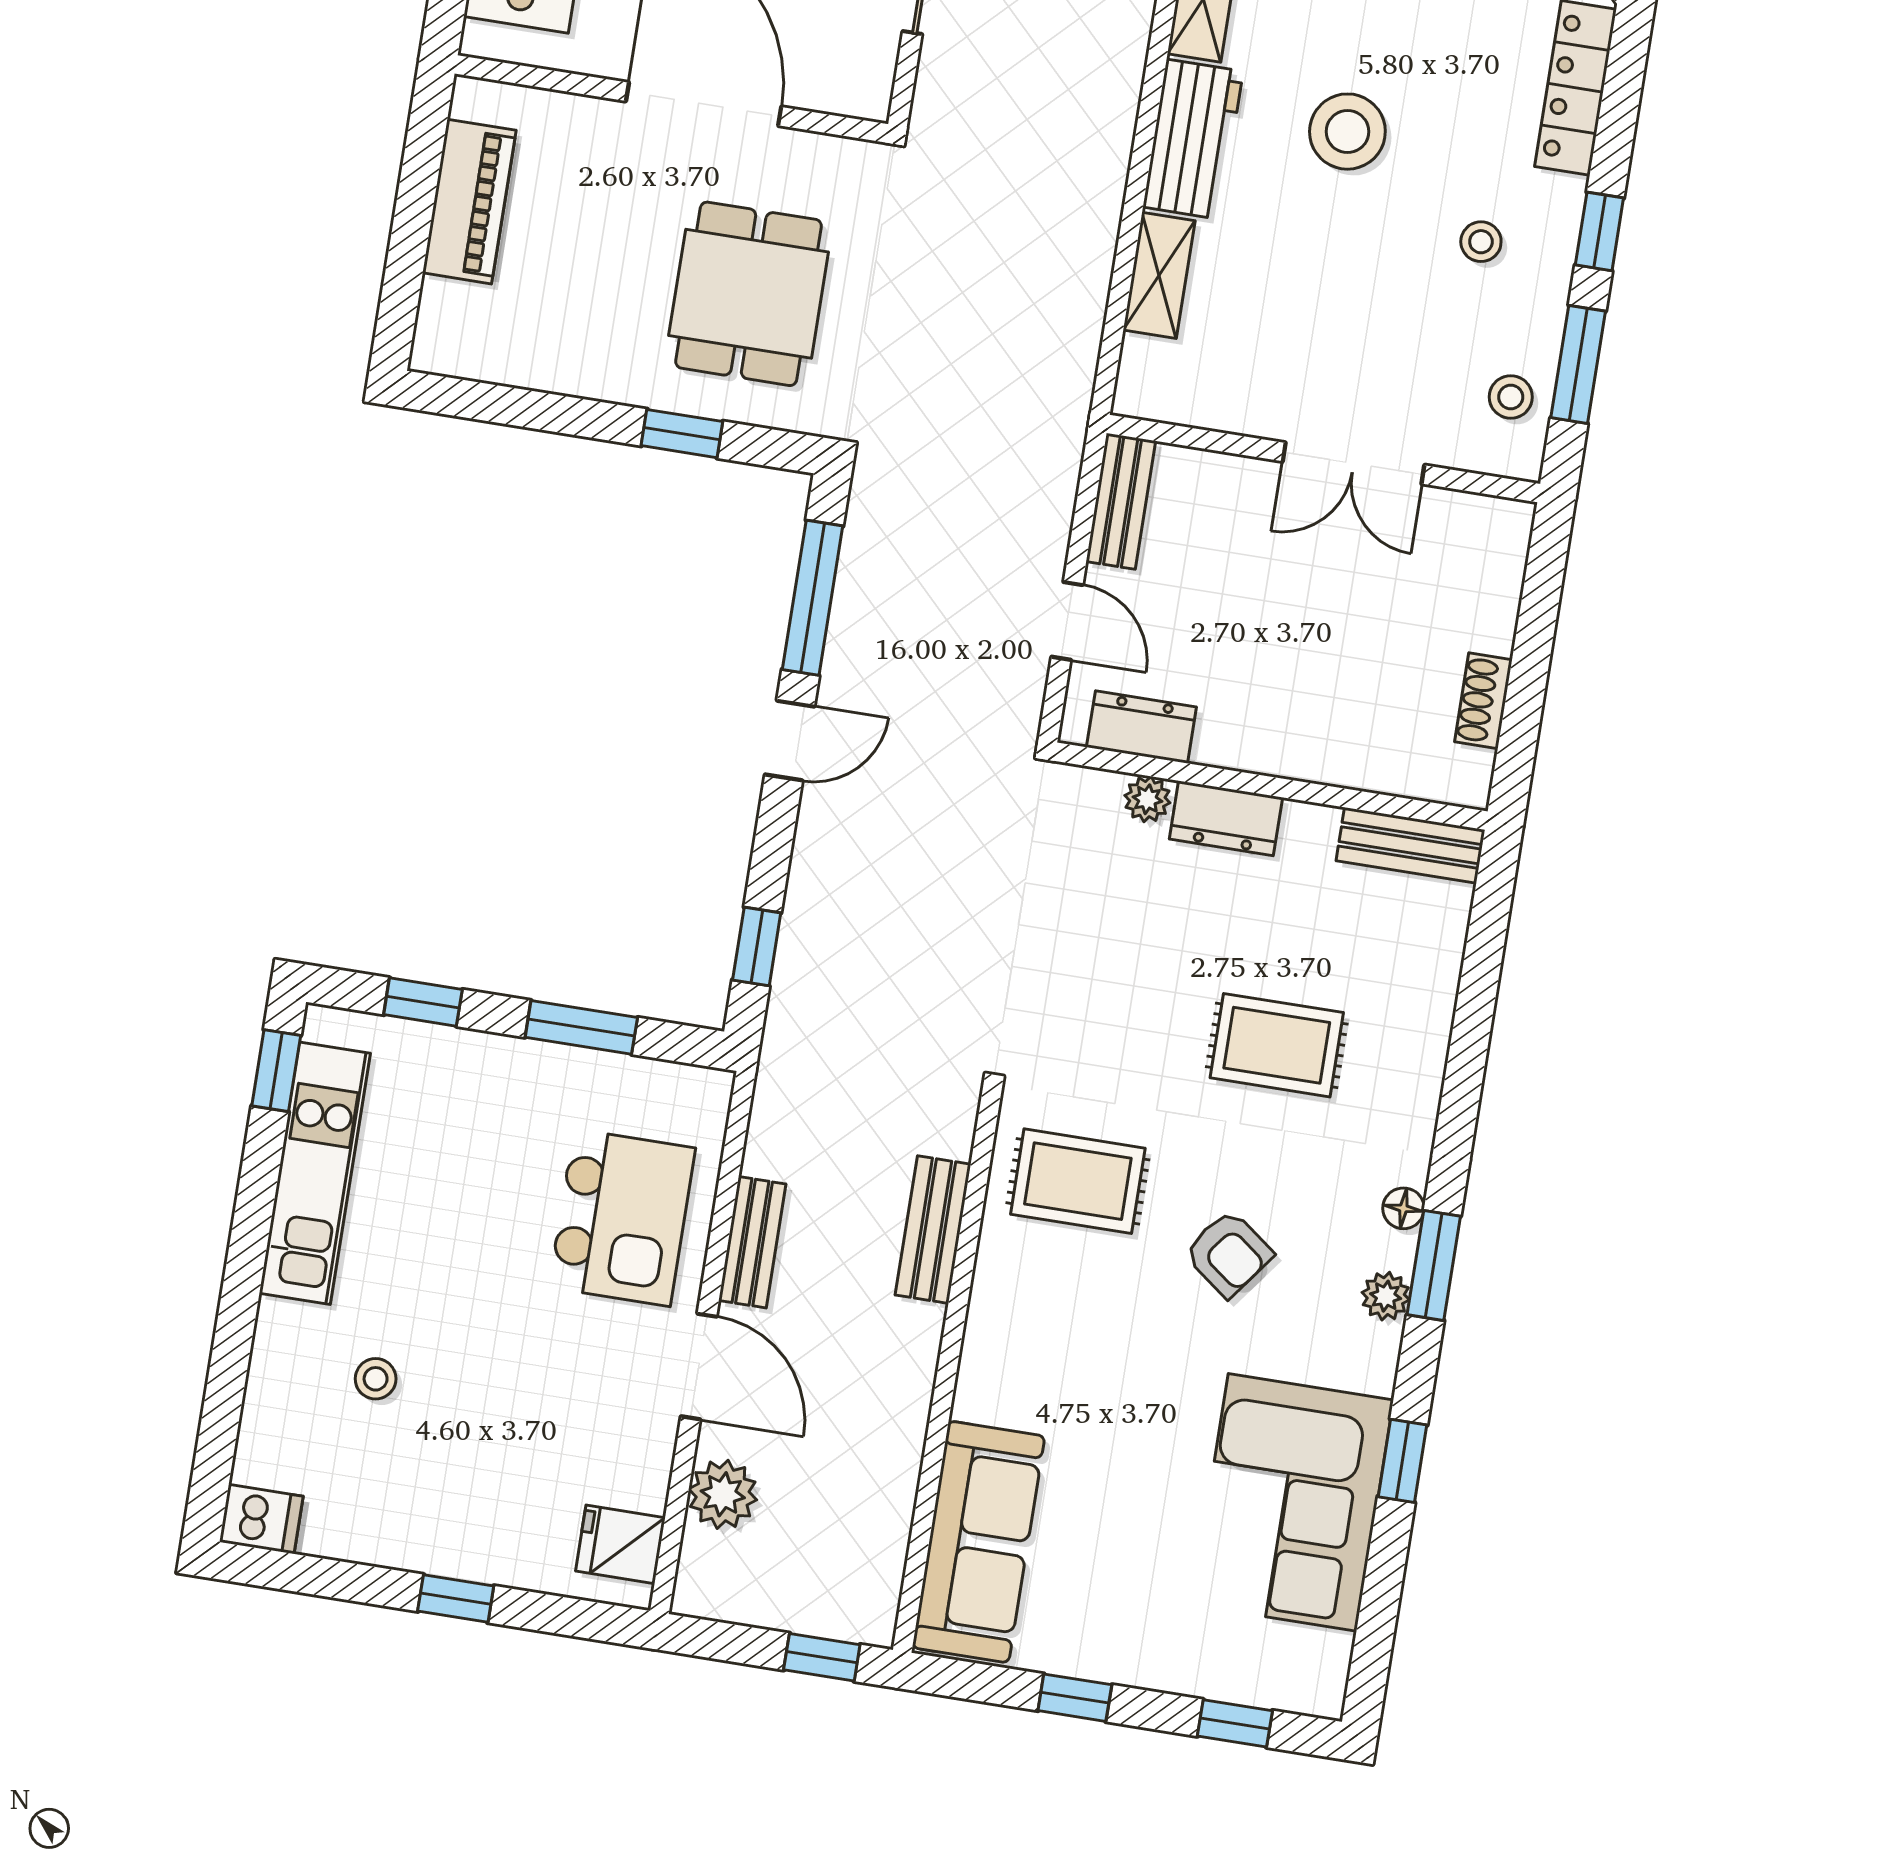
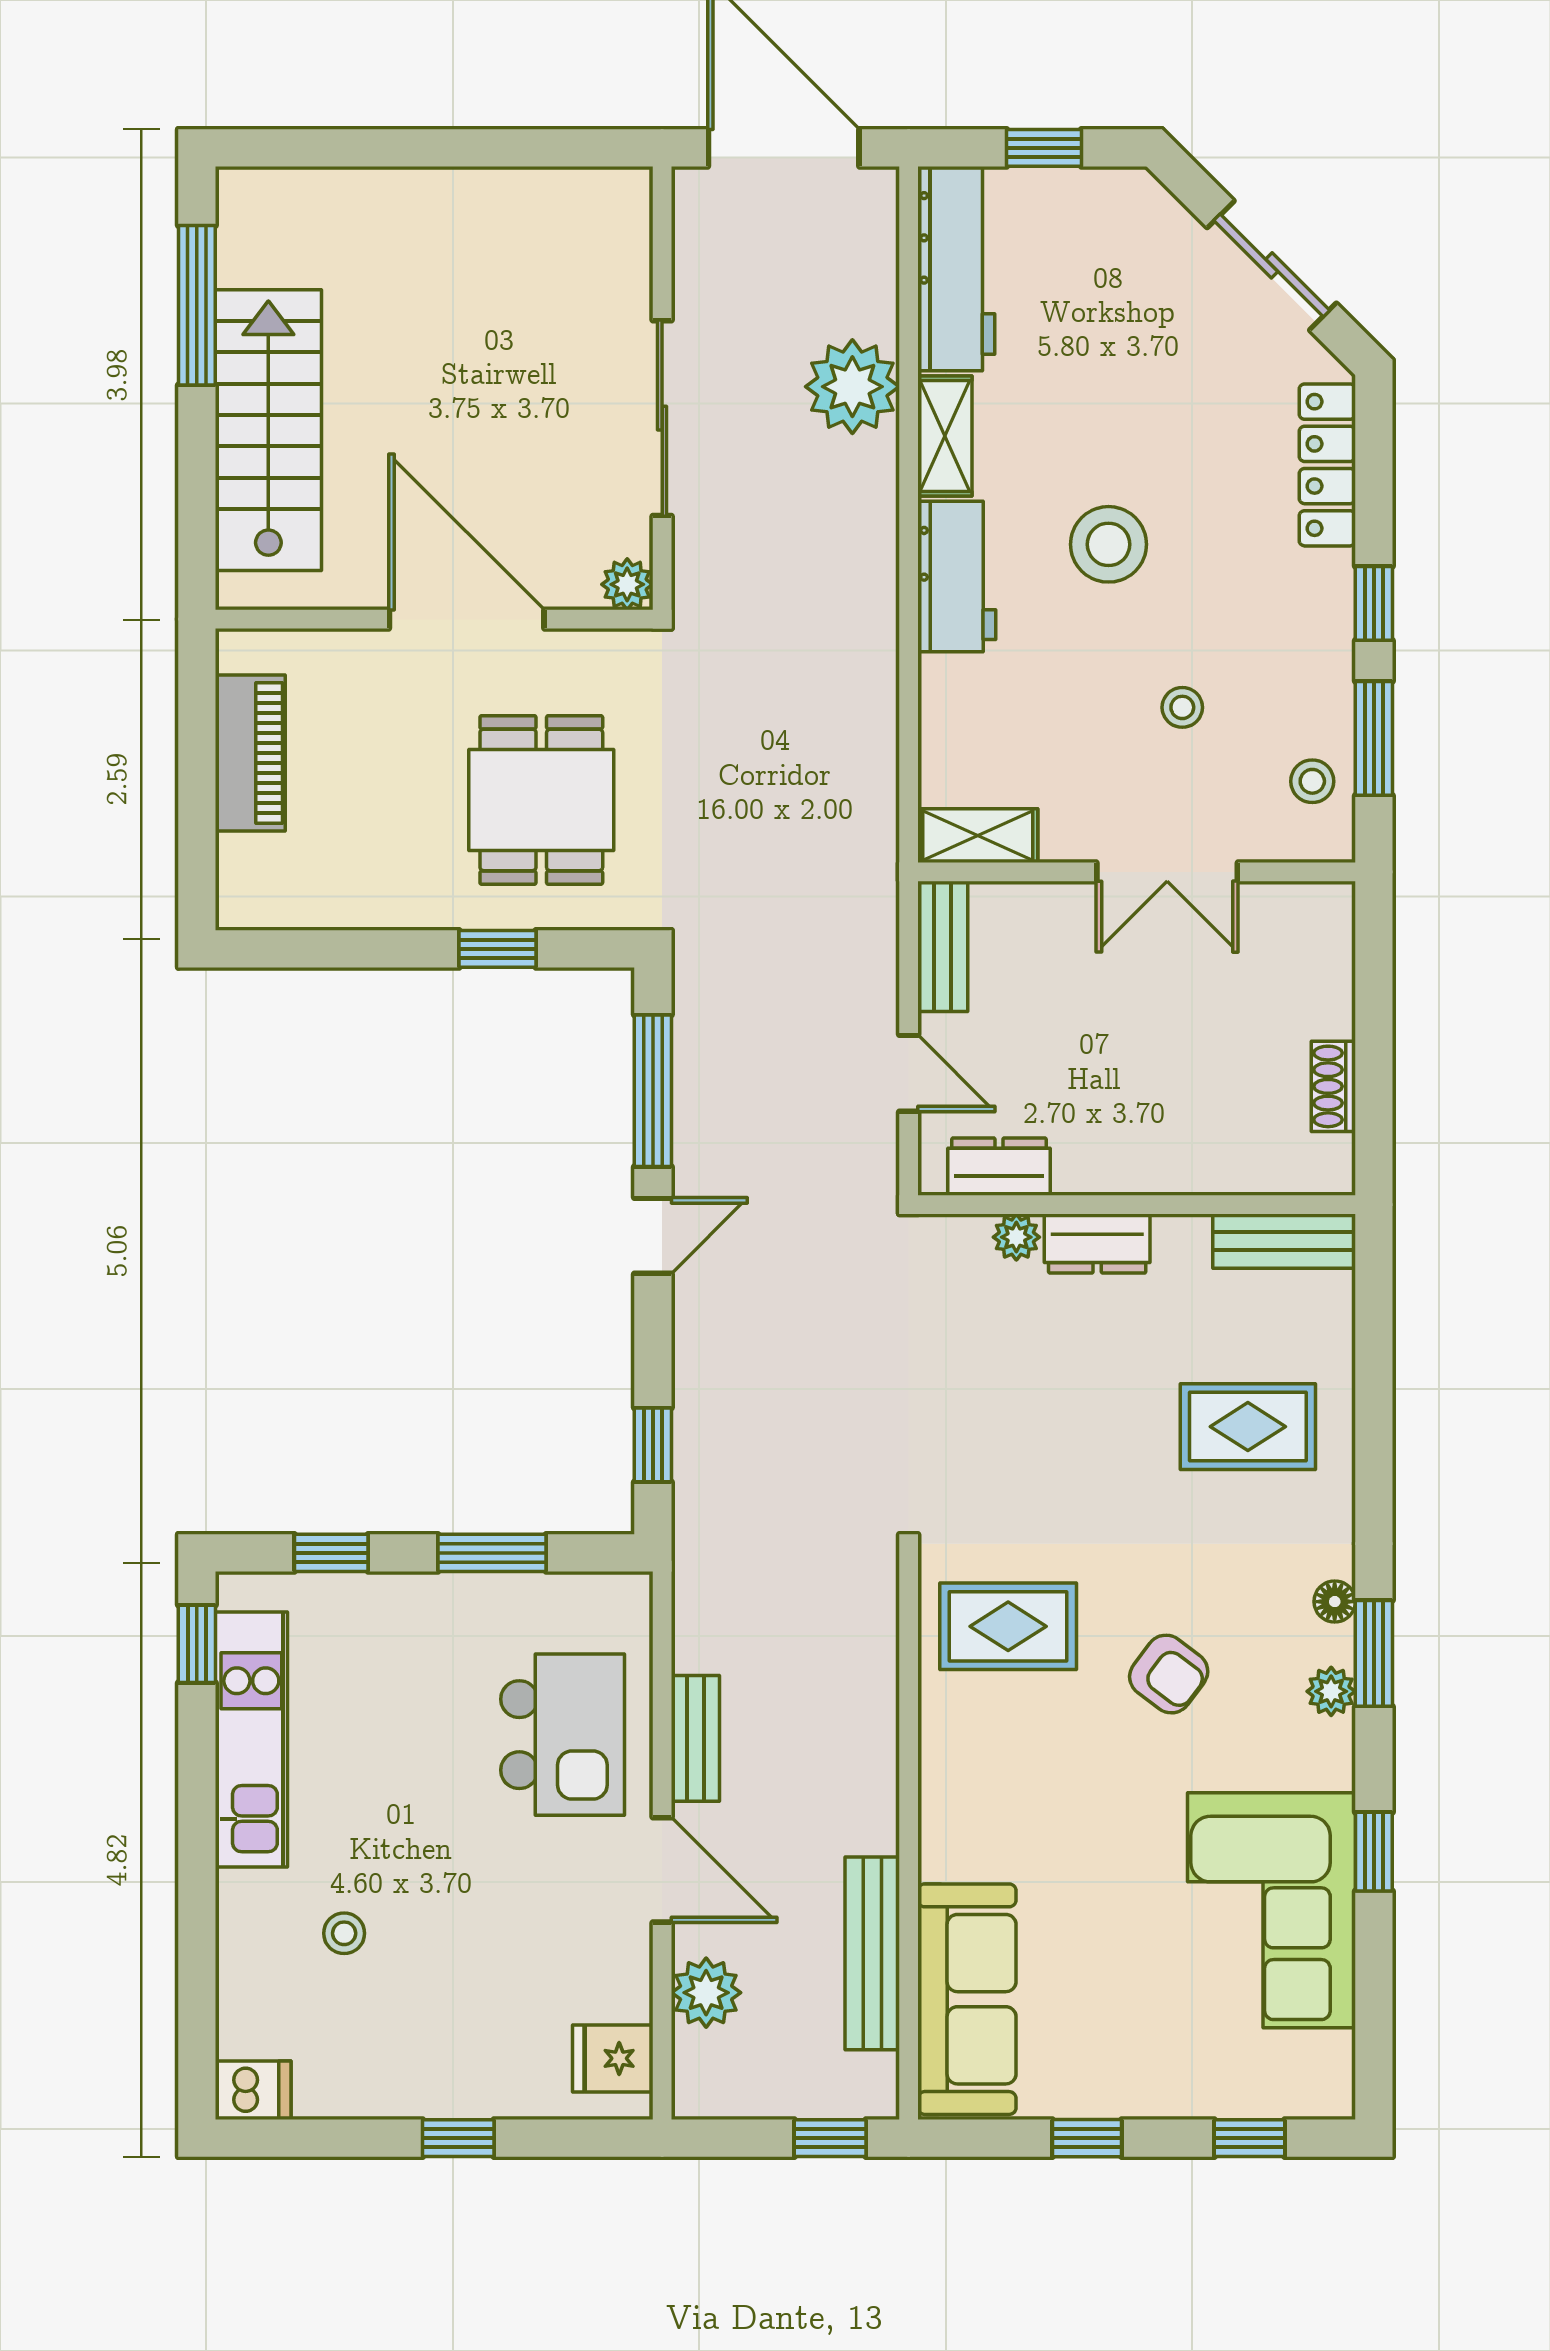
plant: (867, 95) -> (627, 584), added
stool: (1481, 242) -> (1182, 707), moved
shelving: (1159, 275) -> (978, 836), moved, turned 90
rug: (1277, 1045) -> (1248, 1427), moved
bench: (933, 1230) -> (872, 1953), moved, width x1.36

